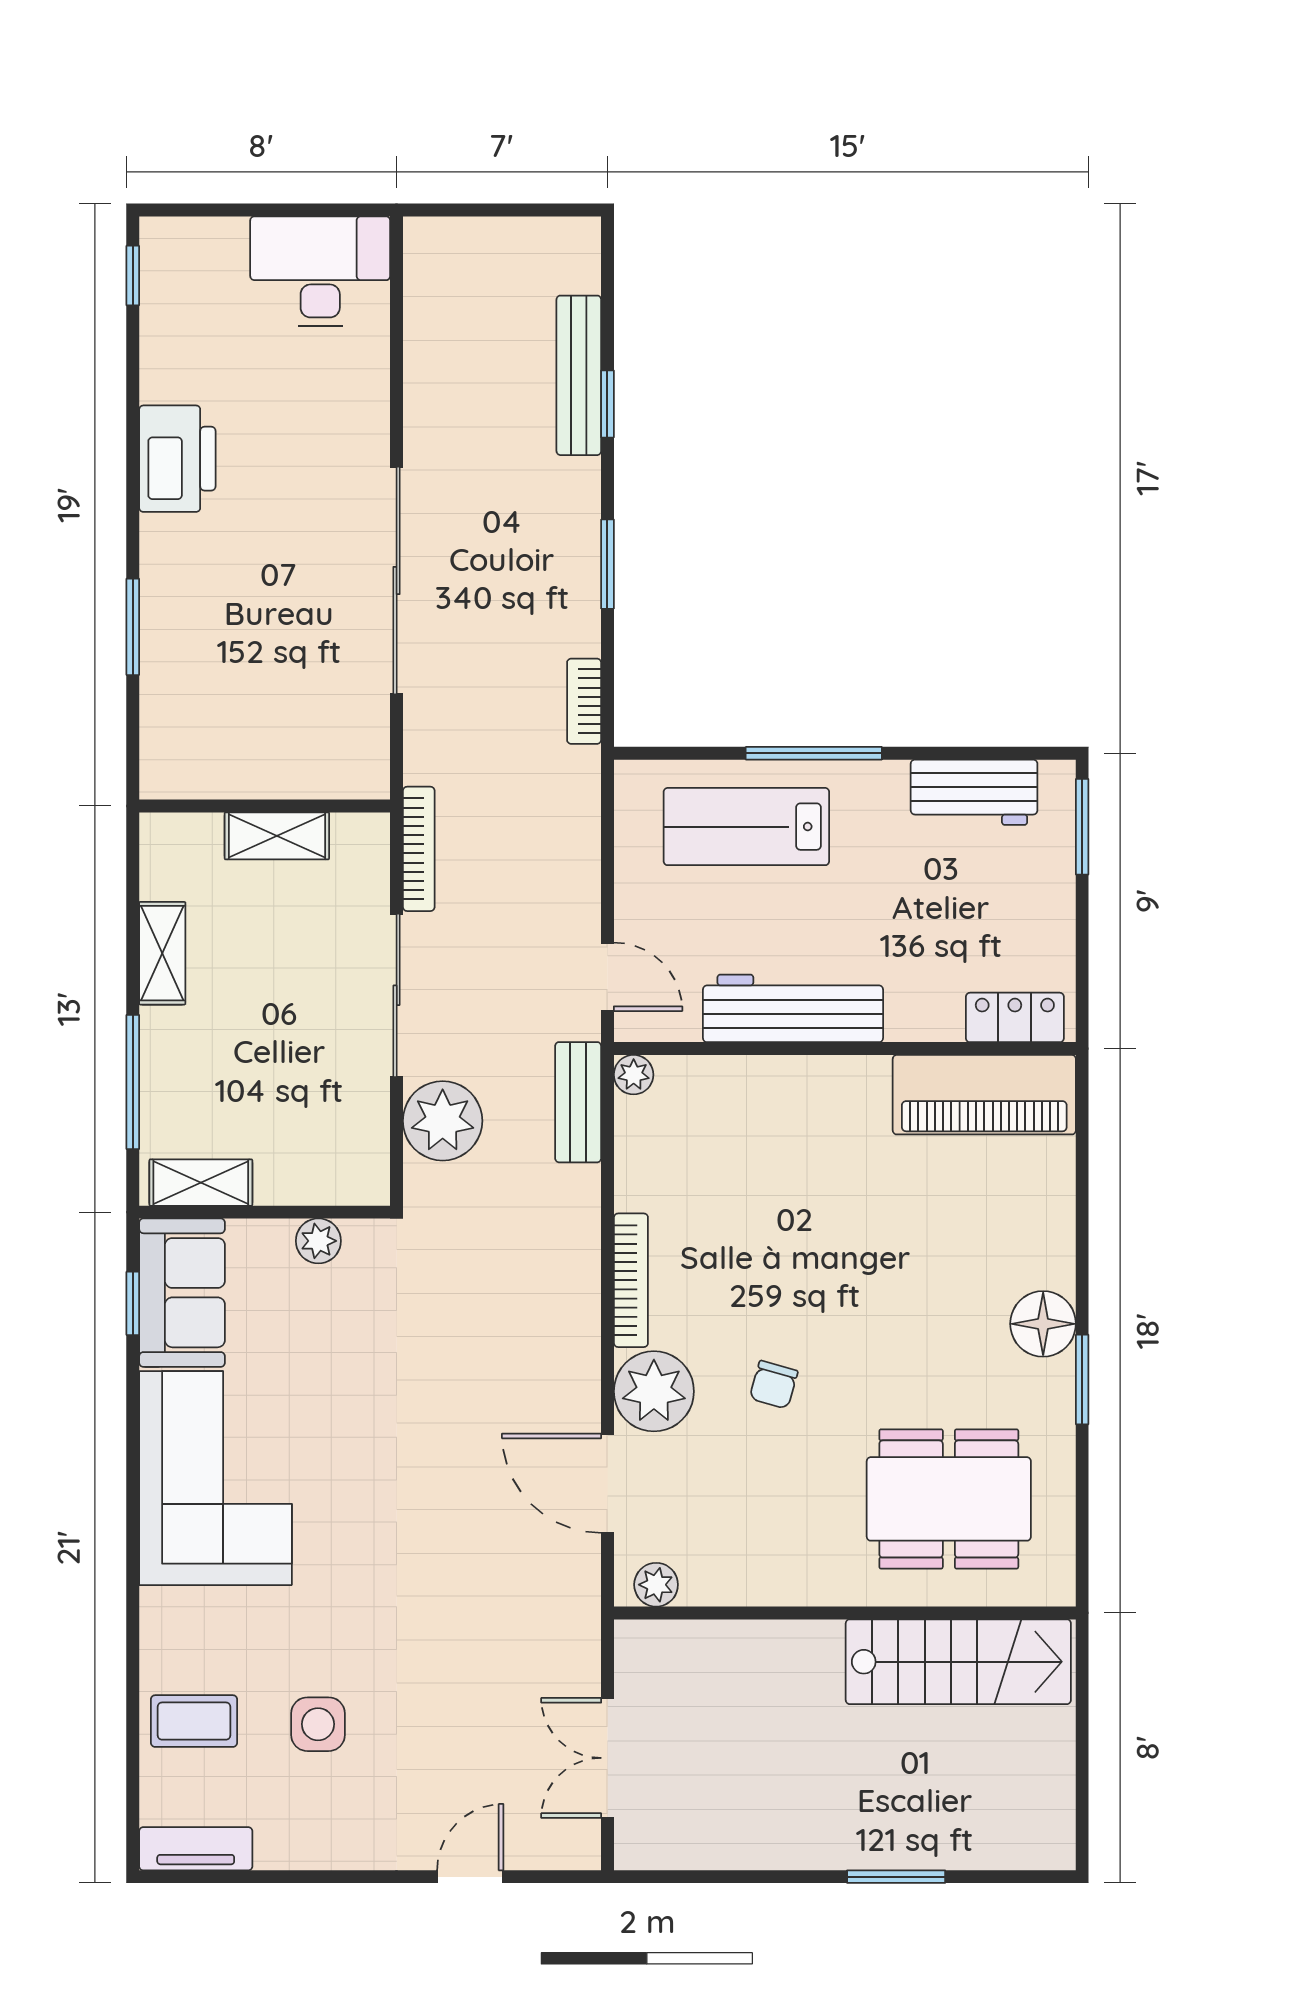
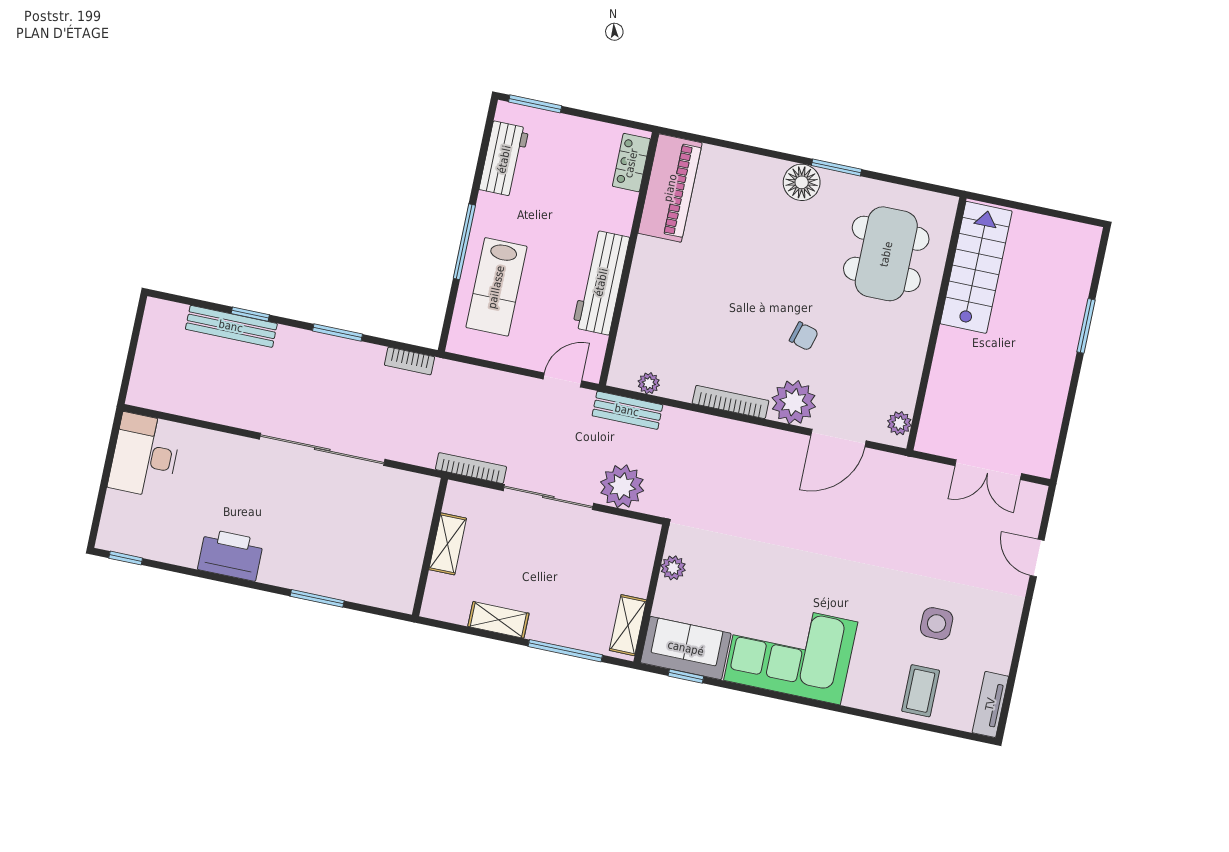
plant: (634, 1075) -> (649, 383), moved

